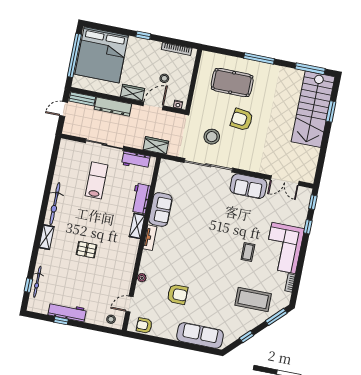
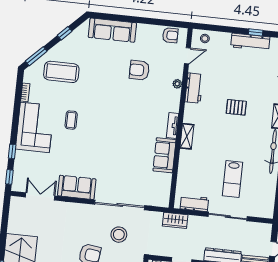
workbench: (141, 199) -> (194, 88), moved

